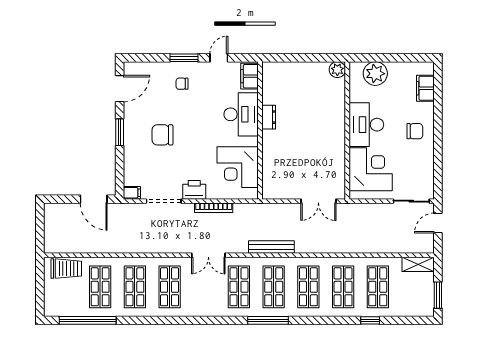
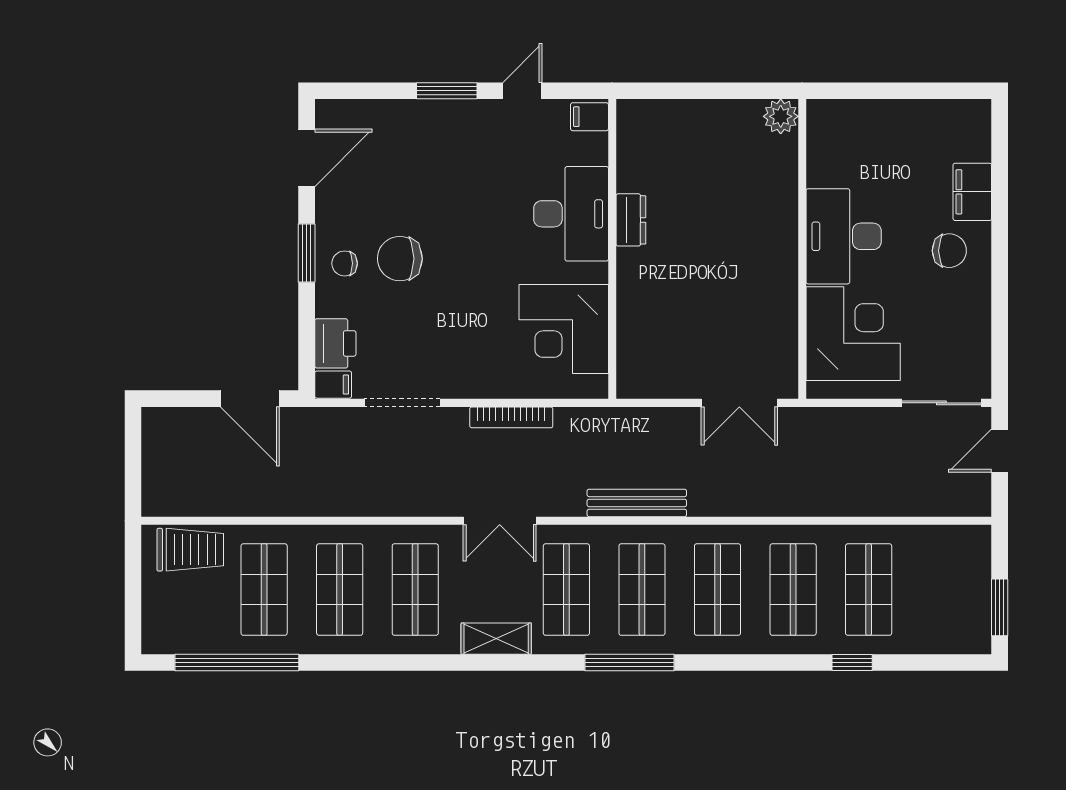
plant: (375, 74) -> (863, 125), removed
filing cabinet: (250, 76) -> (590, 117), width x0.50
chair: (182, 84) -> (345, 263), moved
filing cabinet: (425, 88) -> (972, 192), moved
printer: (194, 190) -> (335, 343), moved, turned 90
shelving: (418, 264) -> (496, 639), moved

